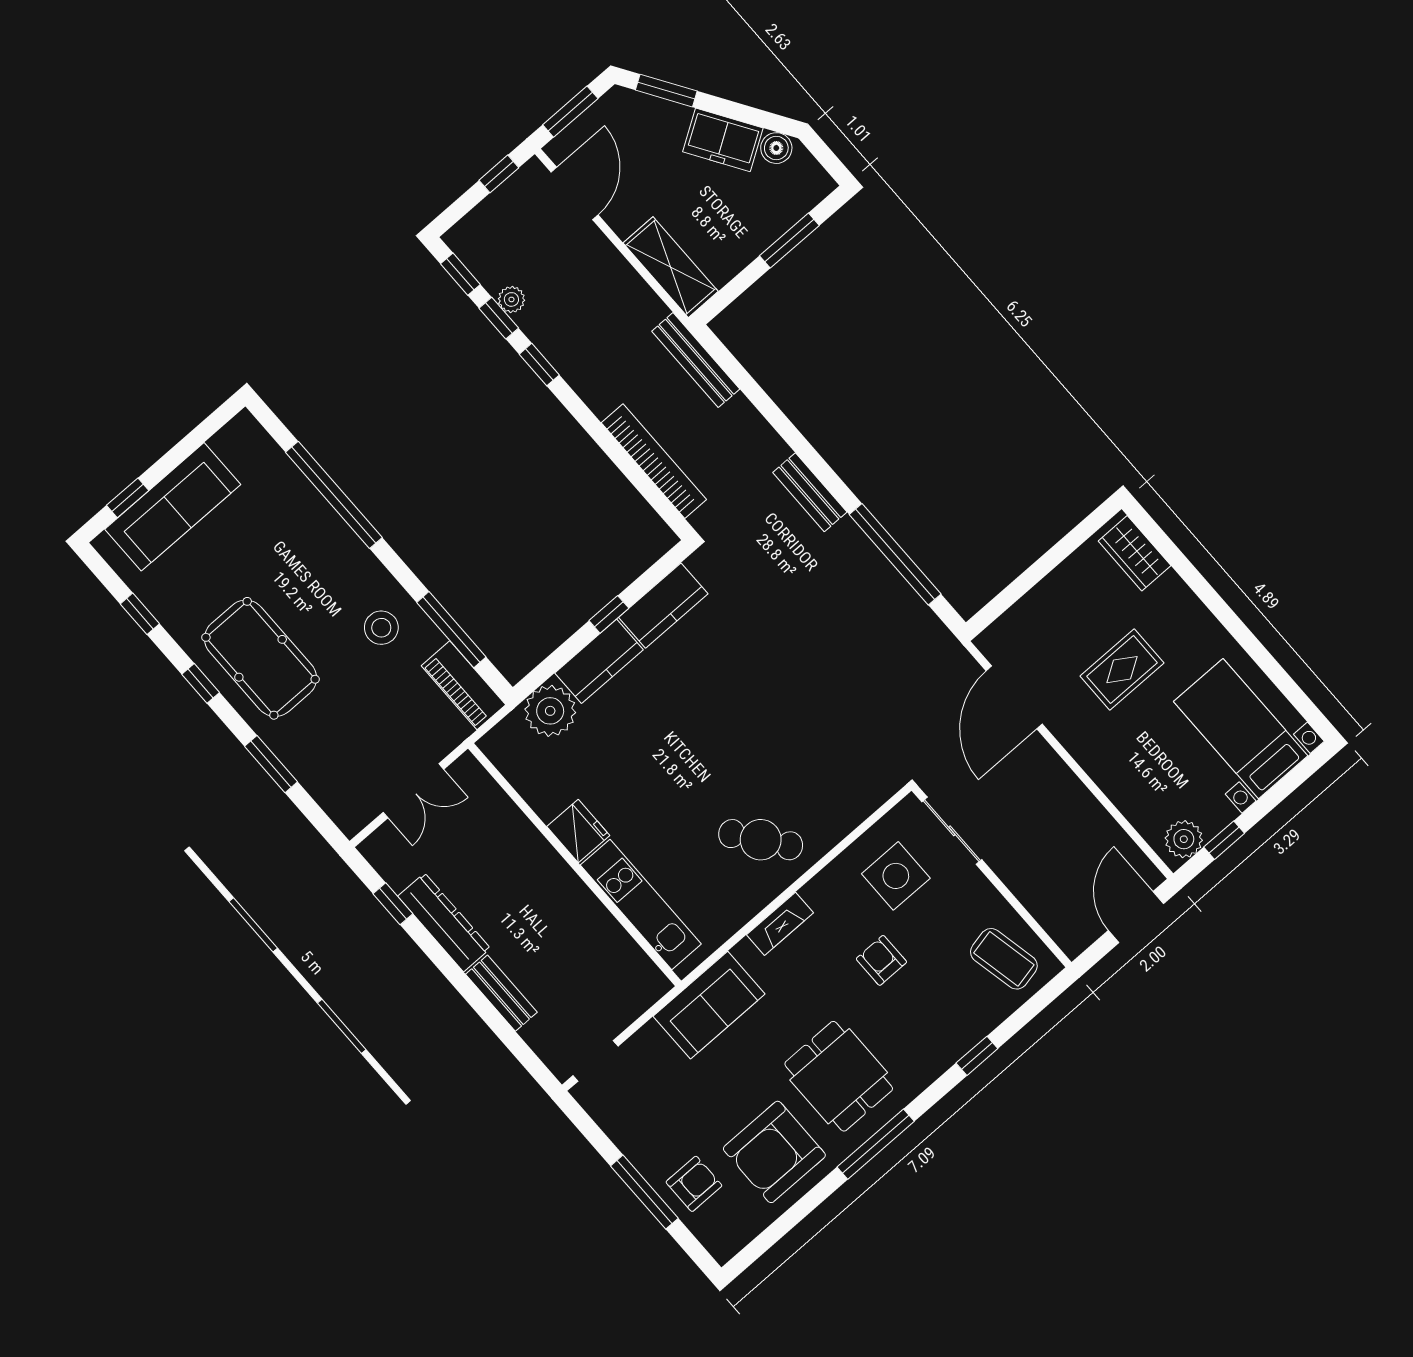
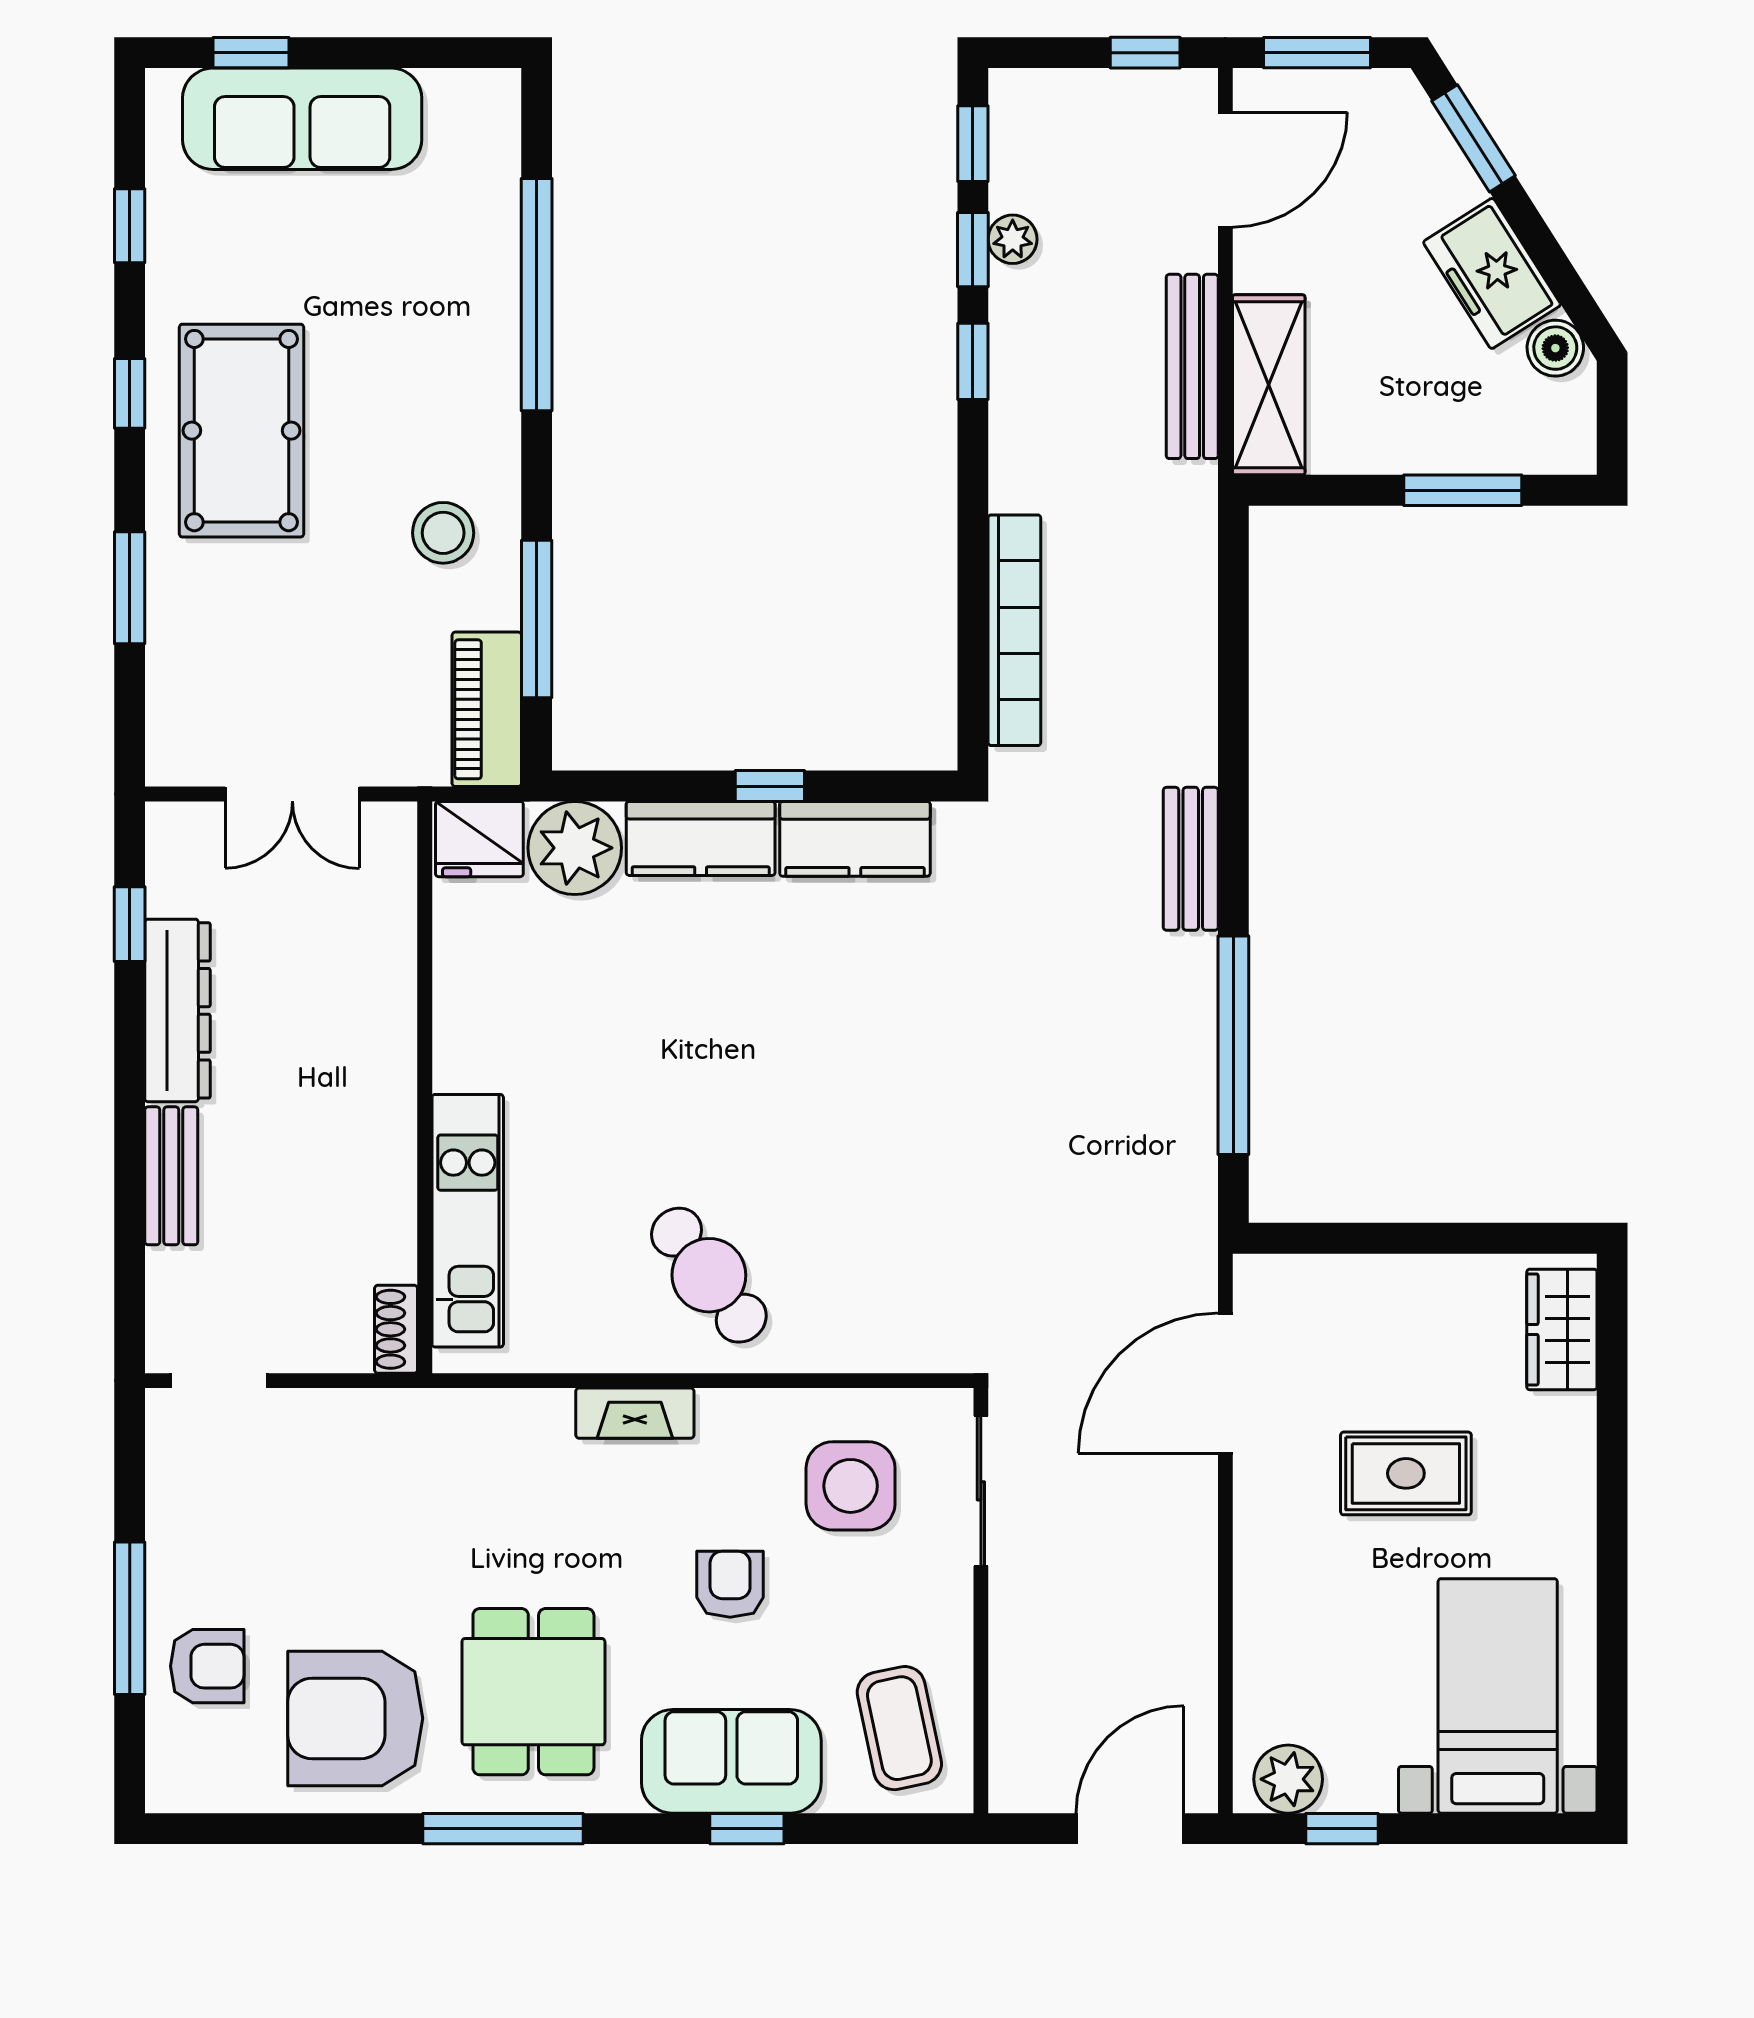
bench: (696, 360) -> (1192, 366), moved
fridge: (578, 831) -> (479, 839), moved, turned 90
shoe rack: (650, 976) -> (396, 1329), added
sofa: (709, 1005) -> (731, 1761), moved, turned 180

